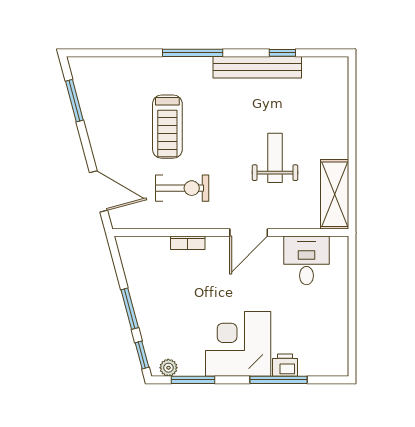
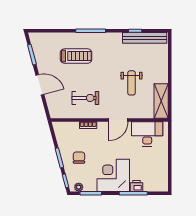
bench: (257, 67) -> (145, 38), moved
treadmill: (167, 127) -> (76, 56), moved, turned -90
weight bench: (275, 158) -> (132, 83), turned 180
door: (98, 191) -> (40, 85), moved
desk: (306, 260) -> (147, 134), width x1.37
chair: (169, 308) -> (79, 158), added

